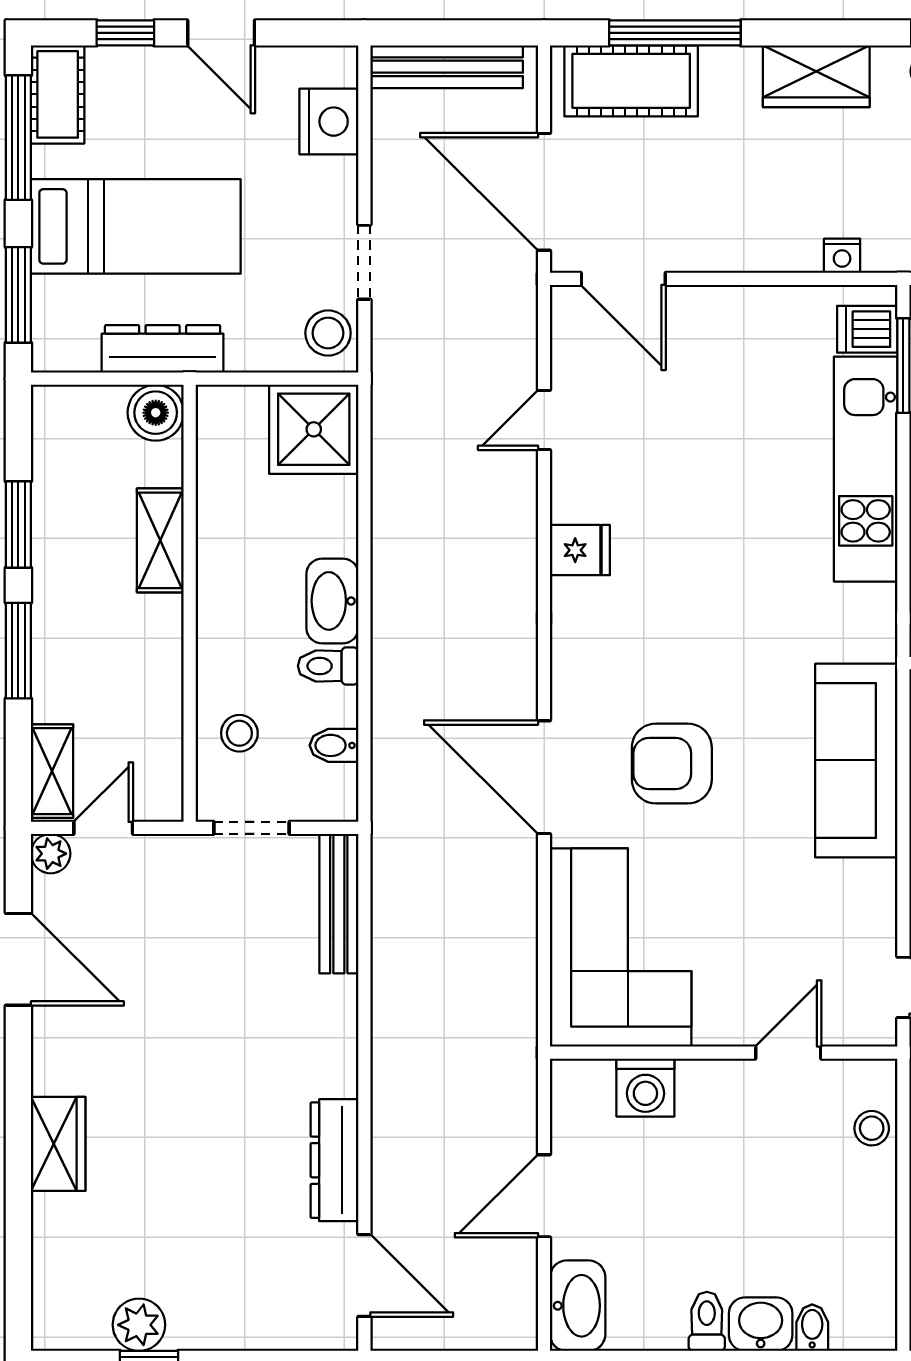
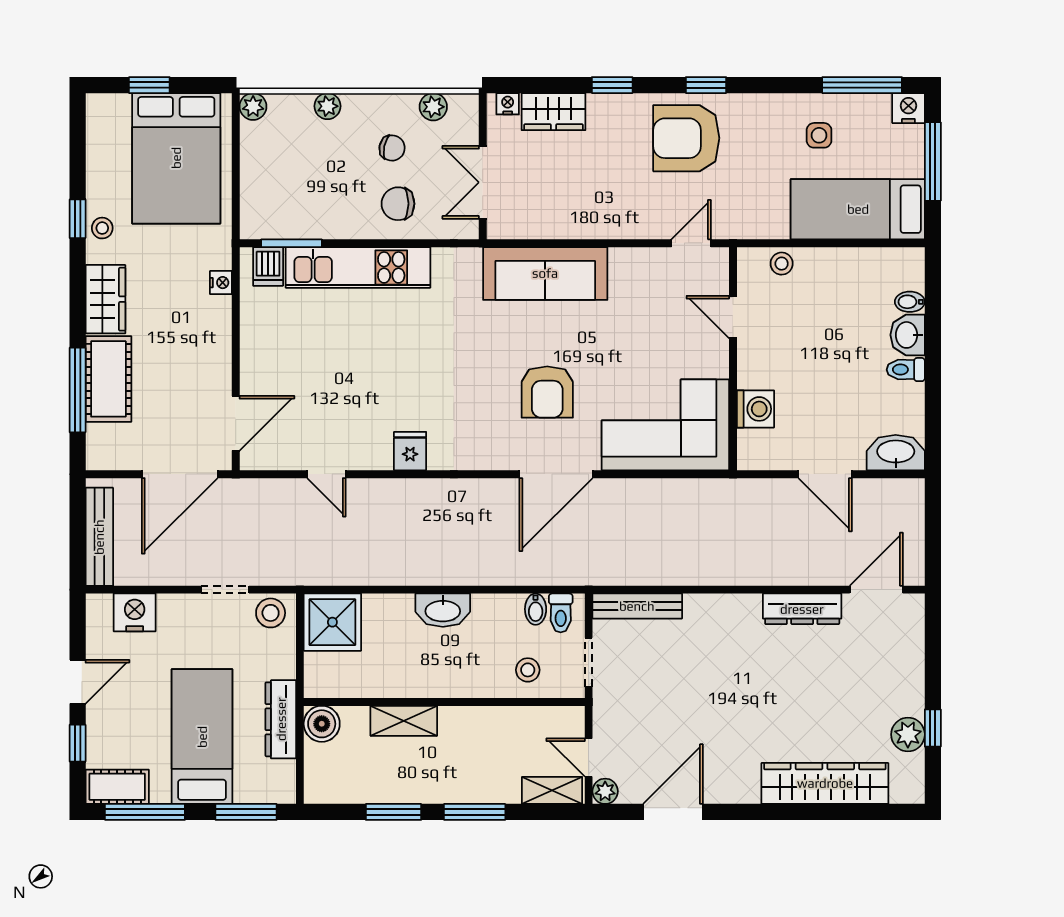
cot: (631, 81) -> (108, 379), moved
toilet: (328, 666) -> (561, 613), moved
wardrobe: (58, 1144) -> (825, 783), width x2.10, depth x1.17

